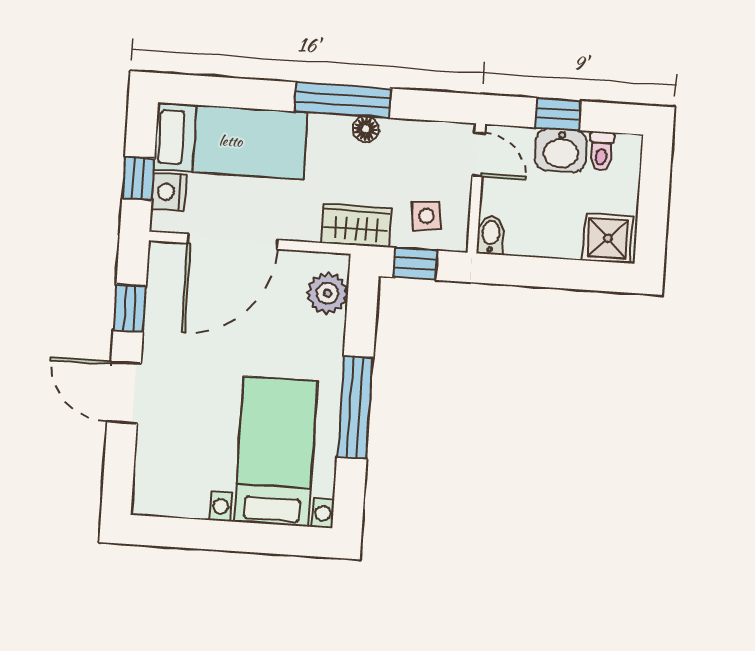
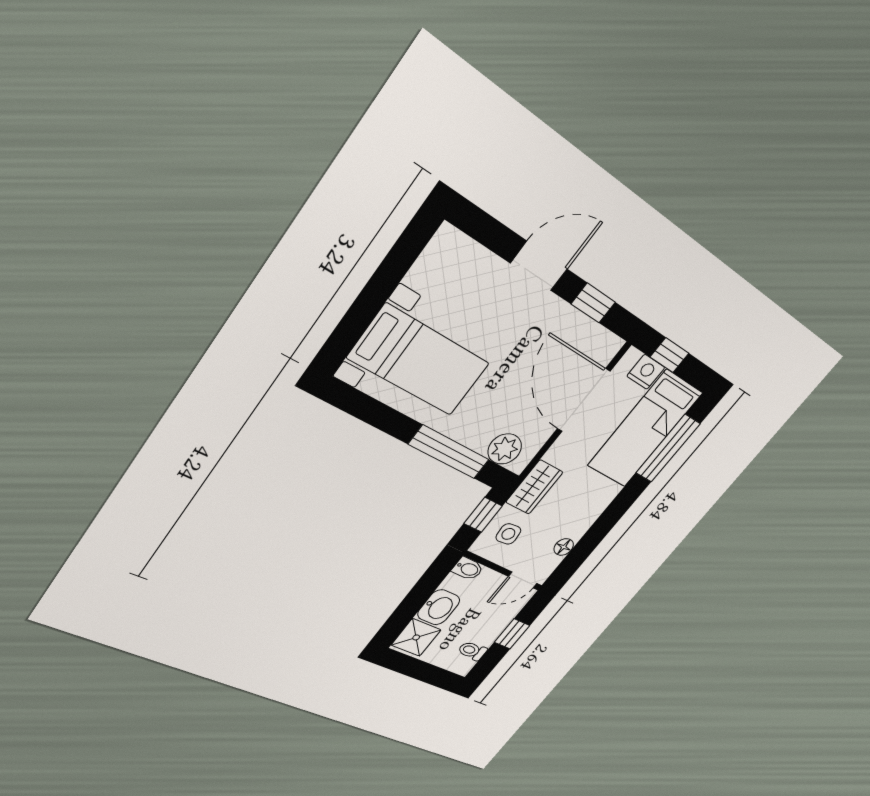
window: (343, 100) -> (668, 448), moved
floor lamp: (366, 129) -> (564, 547), moved
washbasin: (561, 150) -> (439, 607), moved, turned 180
window: (355, 407) -> (449, 452), moved

